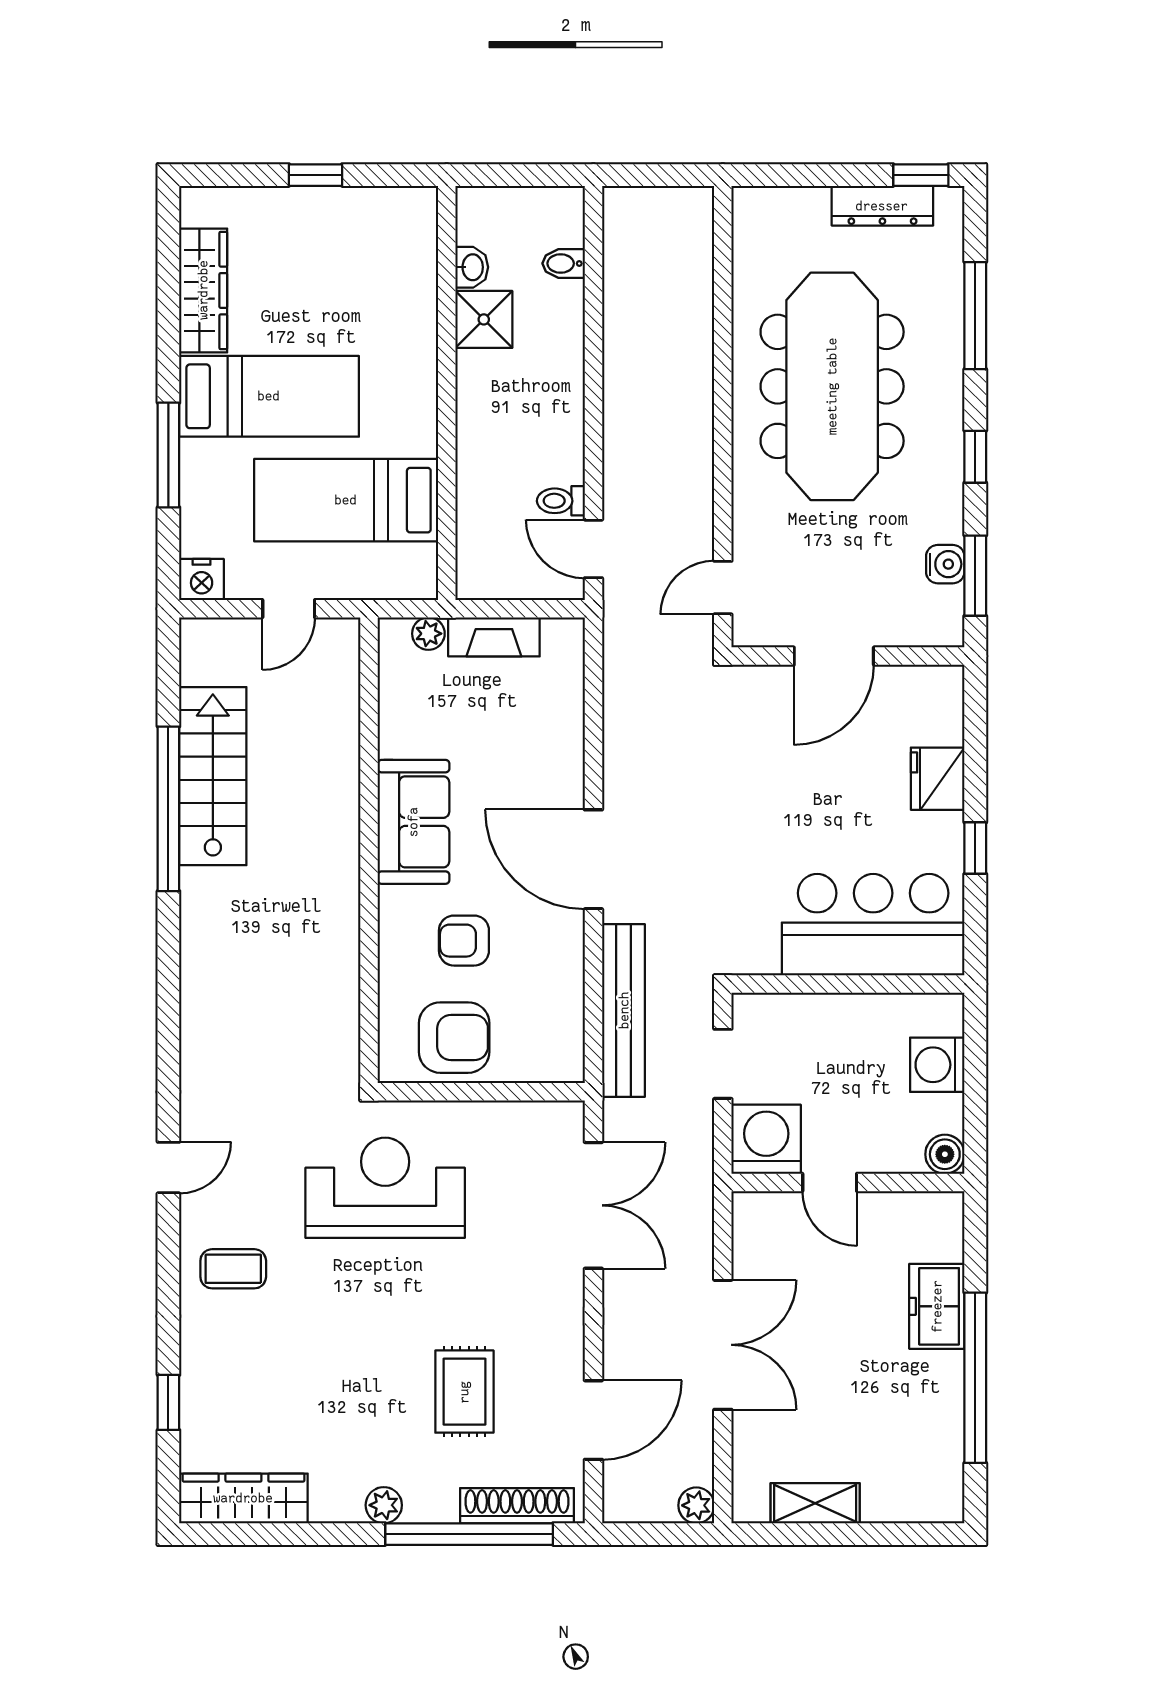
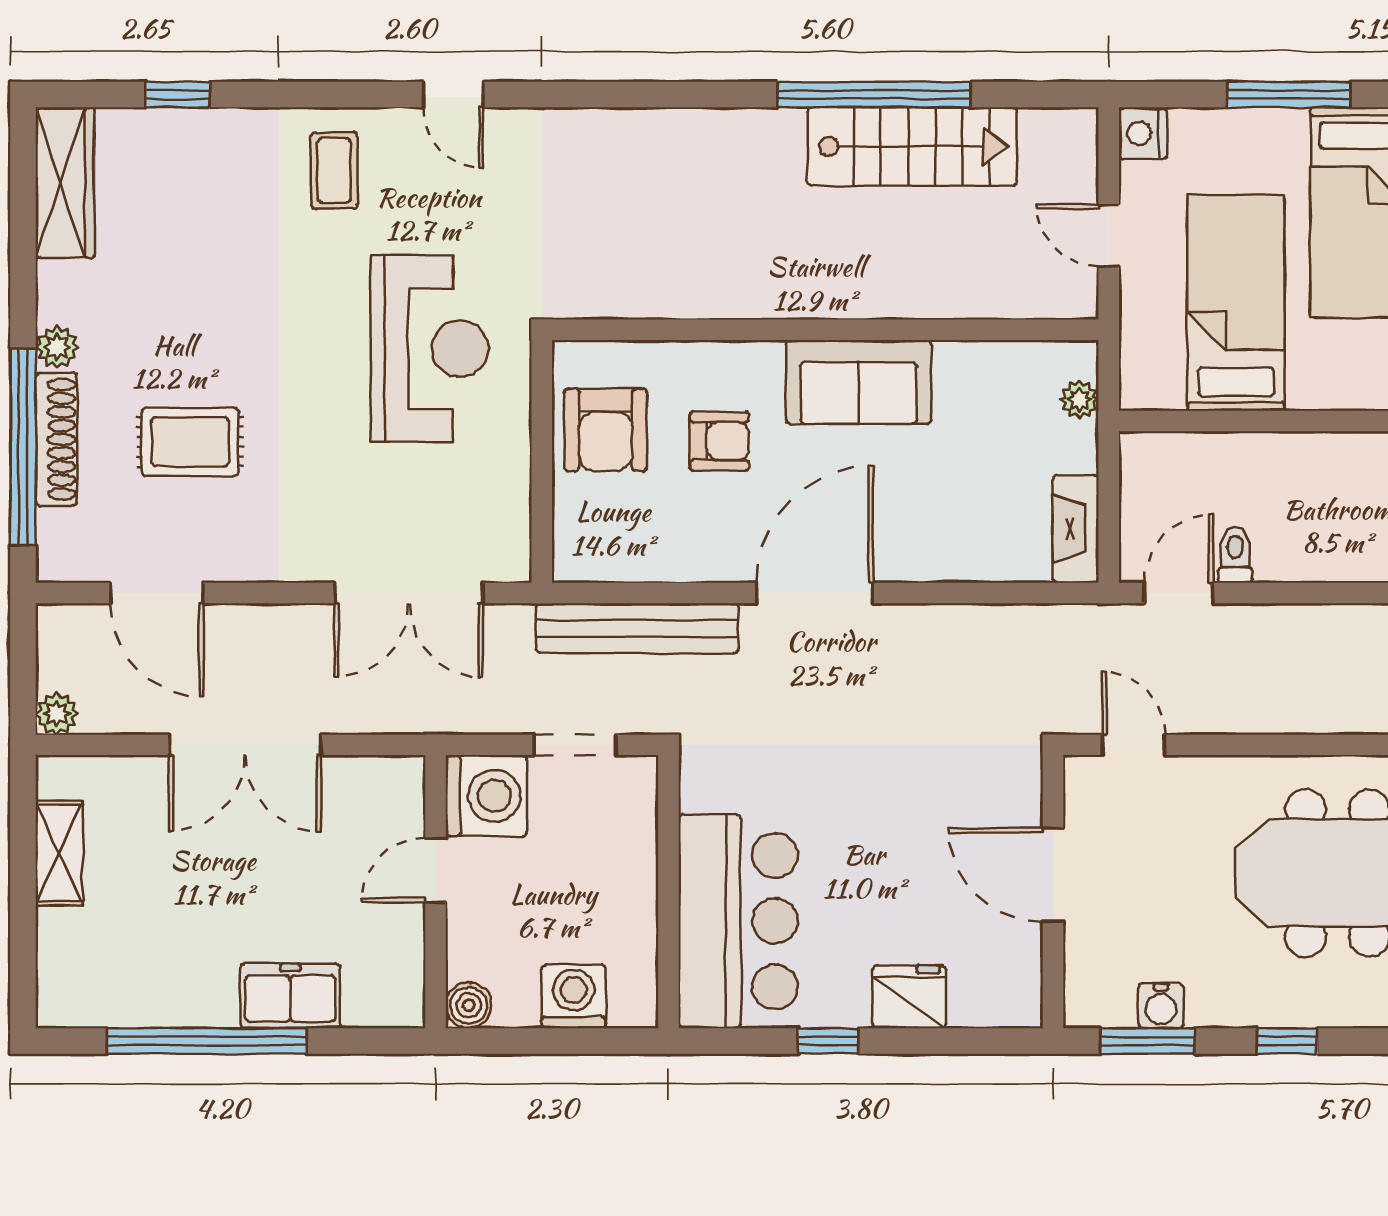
fireplace: (494, 637) -> (1076, 529), moved
armchair: (464, 941) -> (719, 441), turned 90
shoe rack: (517, 1506) -> (56, 439), moved

